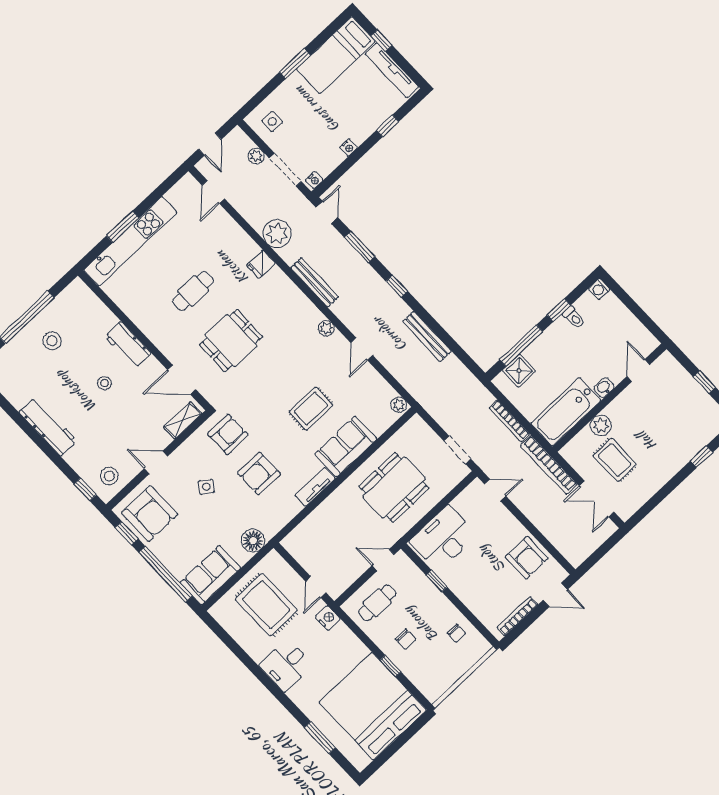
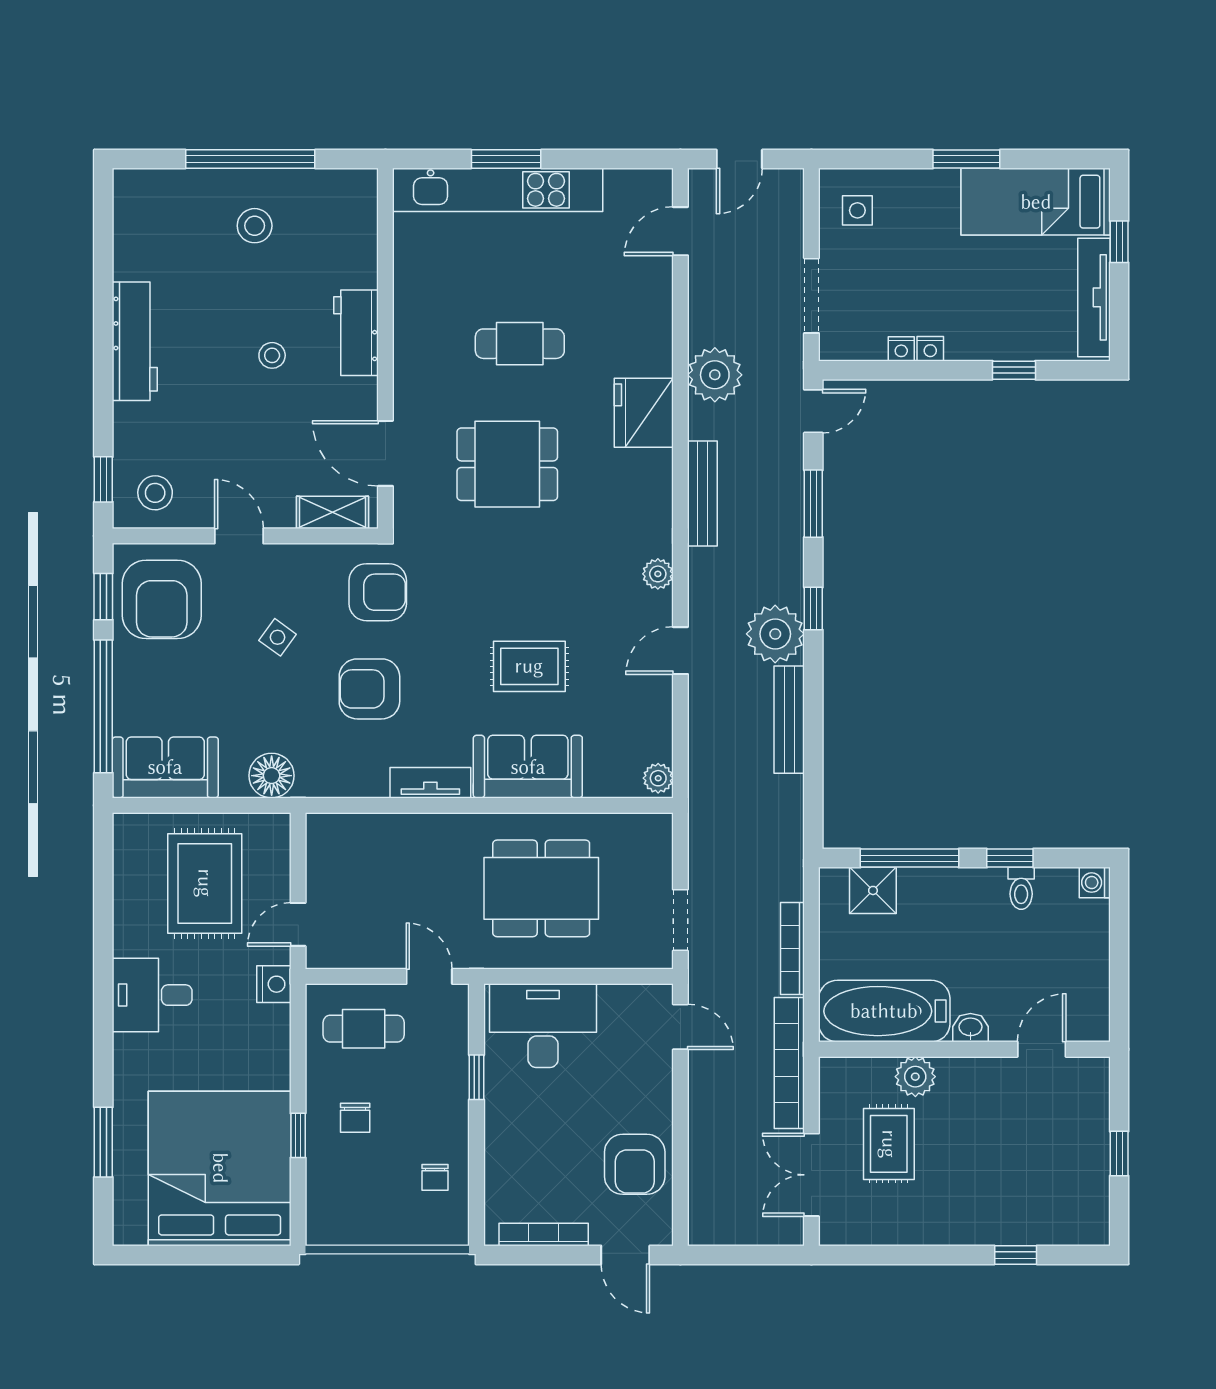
plant: (256, 156) -> (775, 634), moved, width x1.87, depth x1.87
nightstand: (314, 180) -> (901, 349), moved
fridge: (261, 264) -> (644, 413), width x1.88, depth x1.34

